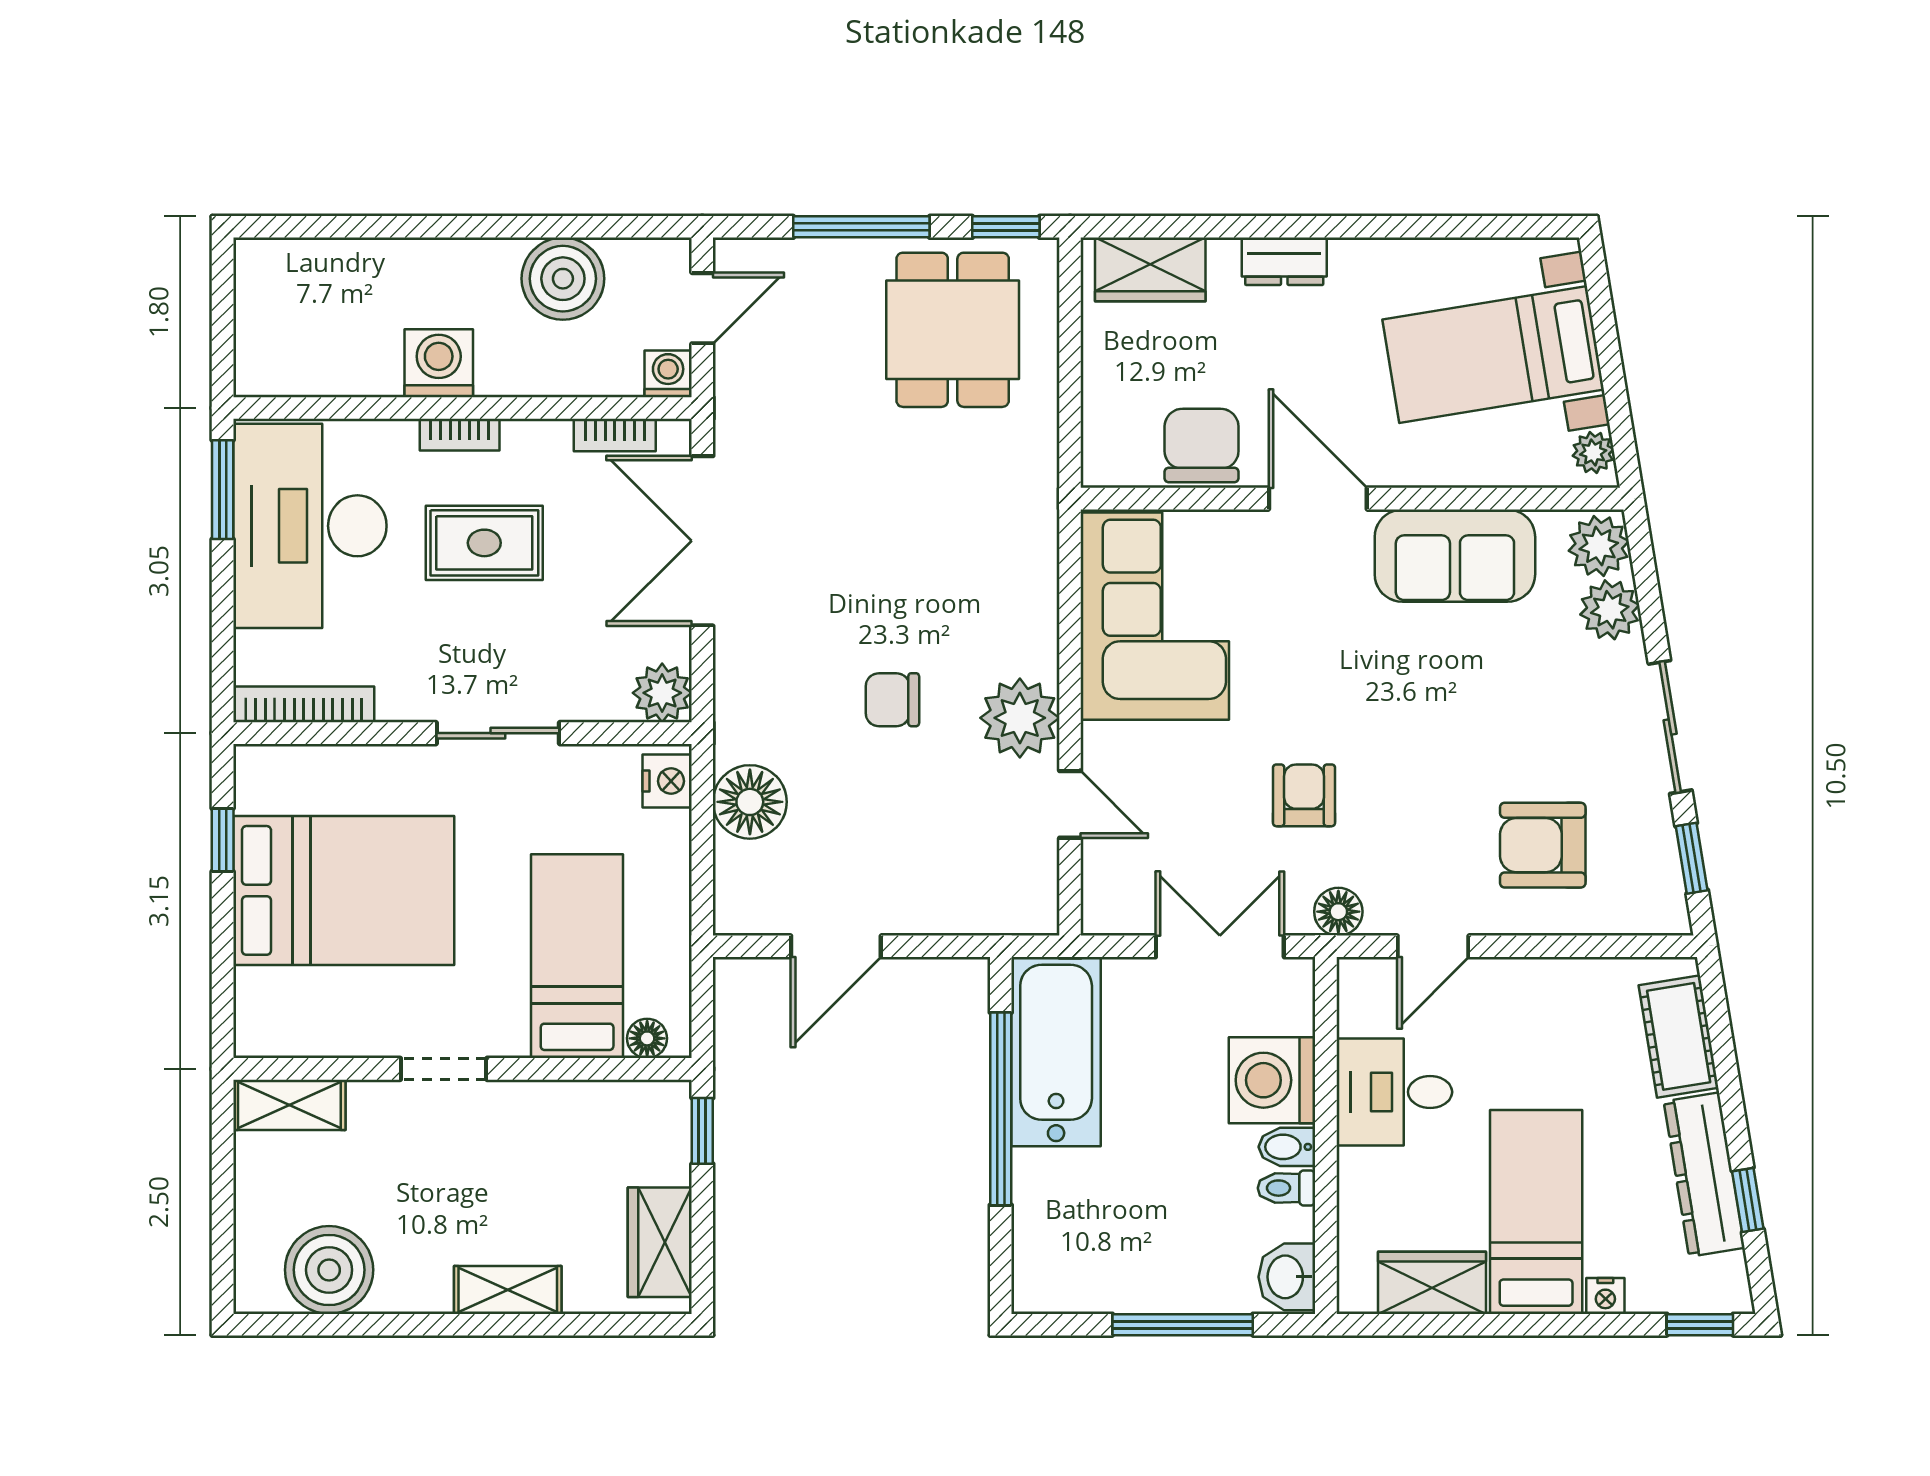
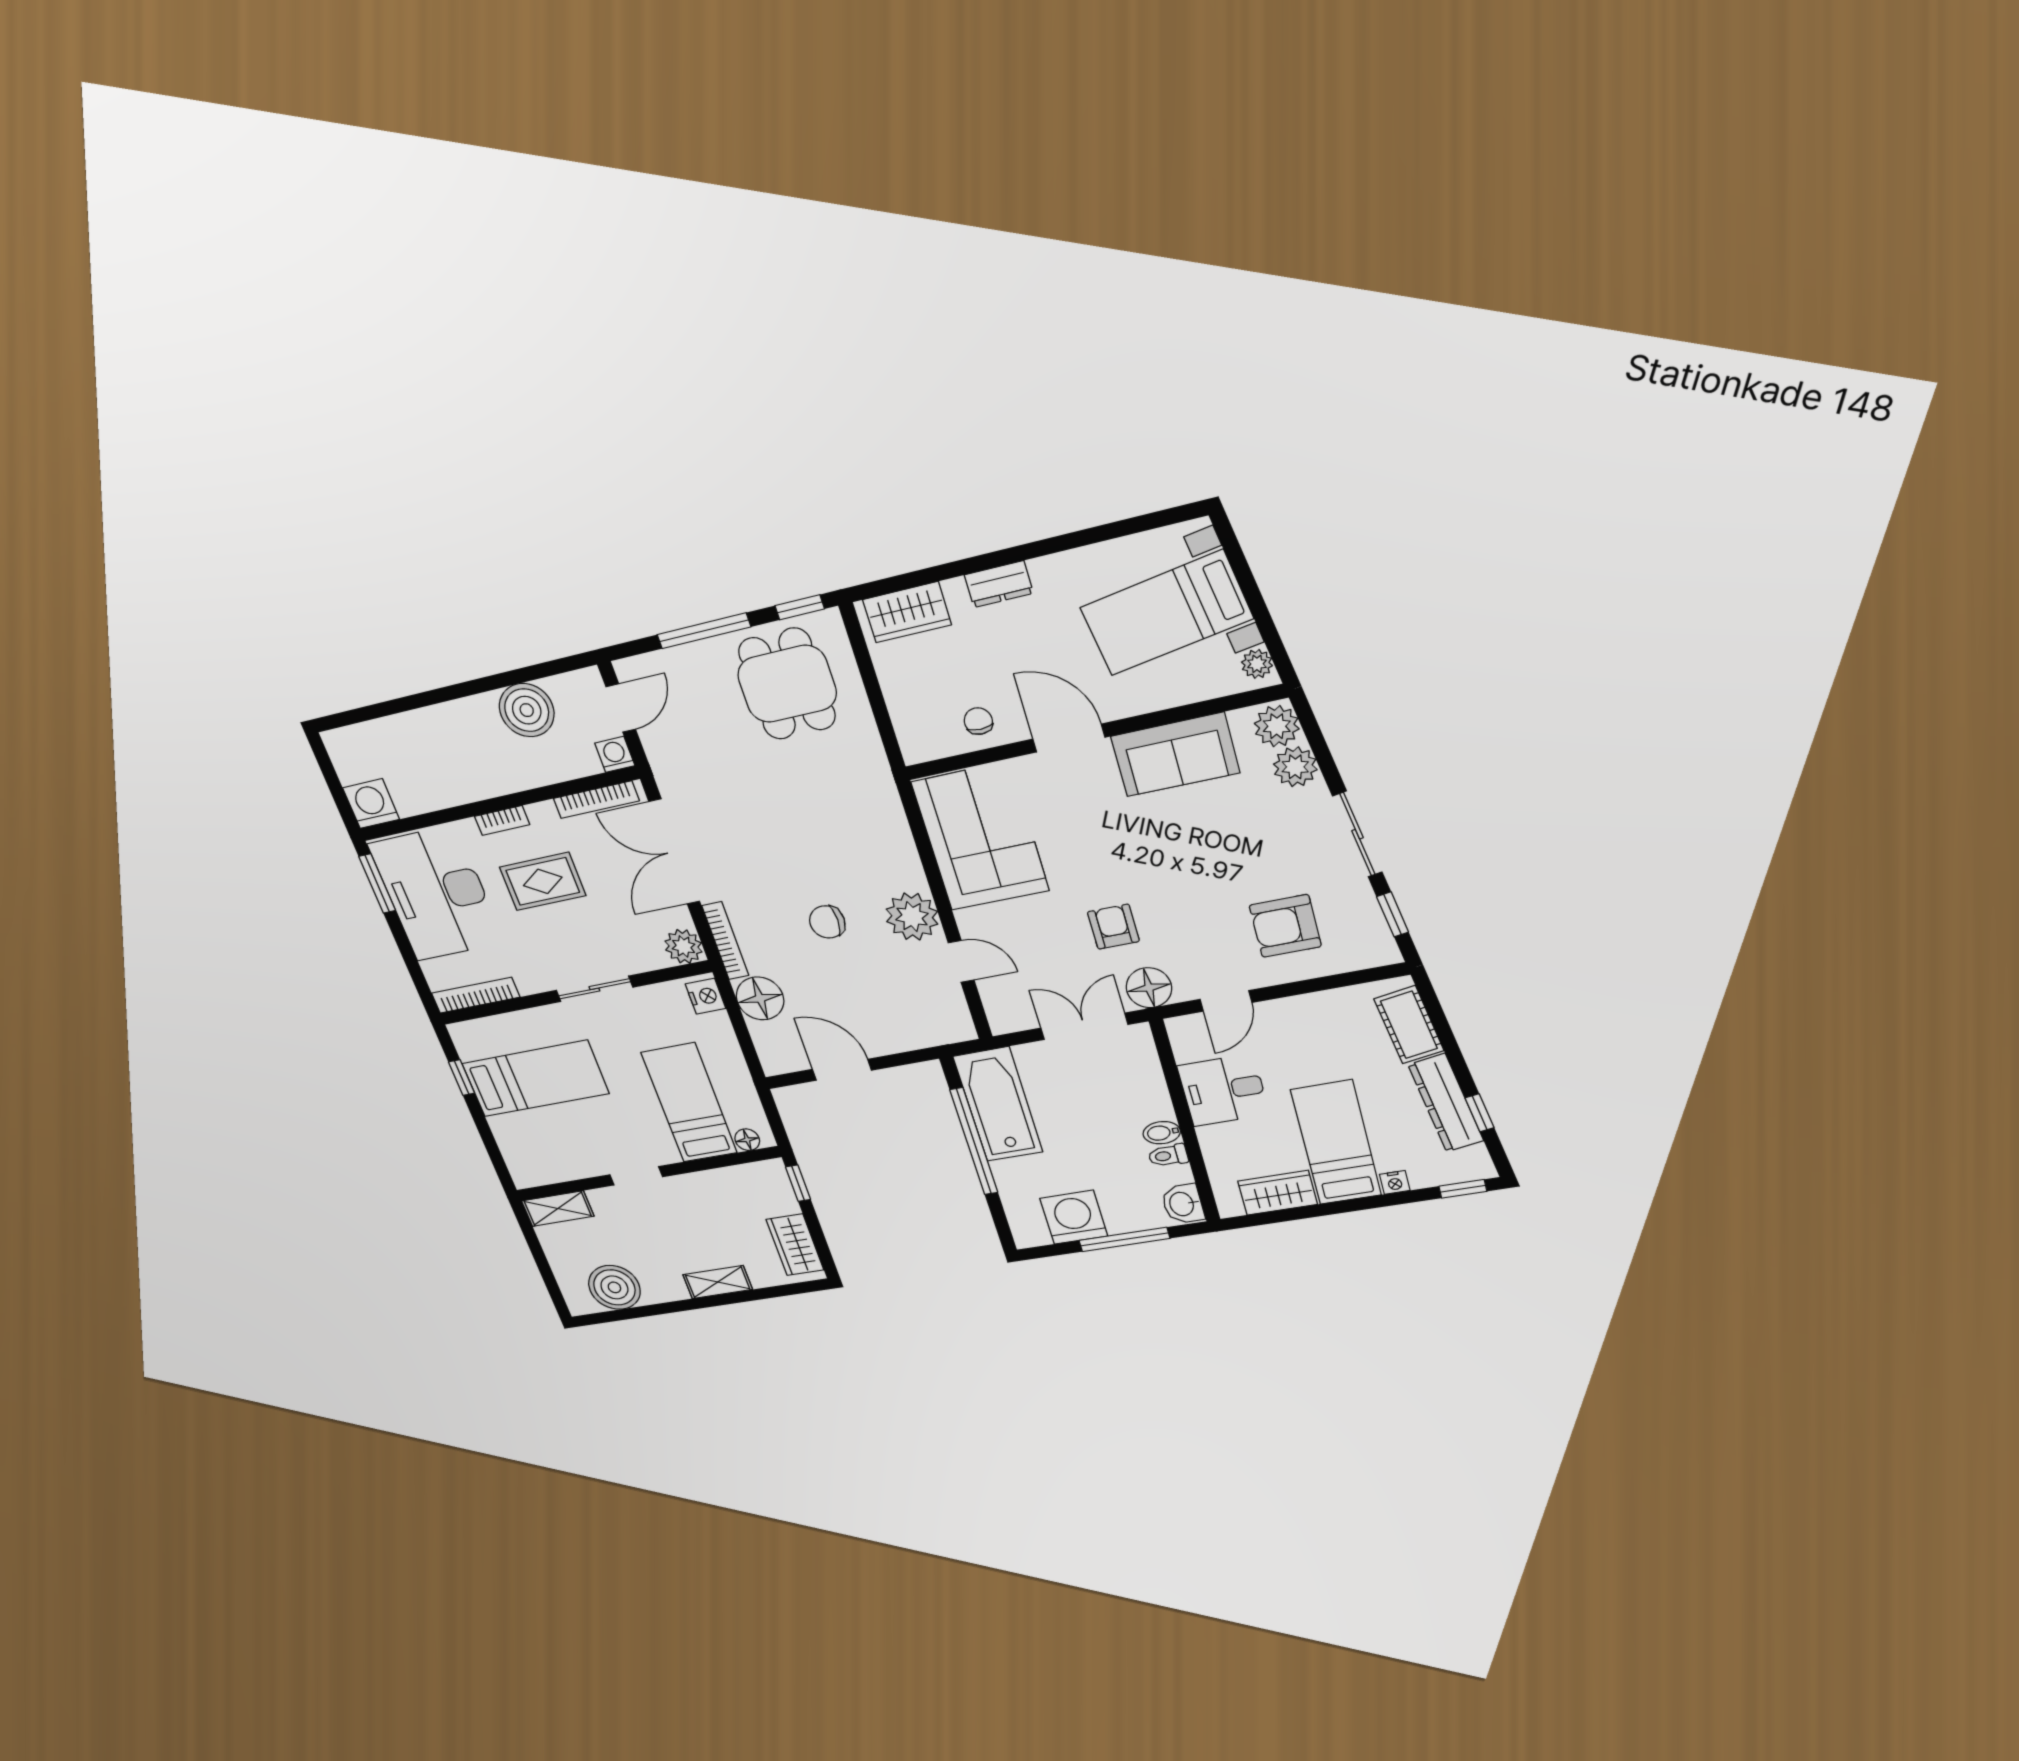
washing machine: (439, 363) -> (371, 804), moved
bookcase: (615, 435) -> (596, 800), width x1.56
chair: (1202, 445) -> (978, 721), width x0.54, depth x0.54
bookcase: (729, 697) -> (725, 941), added
bed: (344, 890) -> (535, 1079), width x0.67
floor lamp: (1338, 912) -> (1149, 988), width x1.38, depth x1.38
door: (836, 946) -> (842, 1070), swing flipped
washing machine: (1272, 1080) -> (1074, 1217), moved, turned 90

